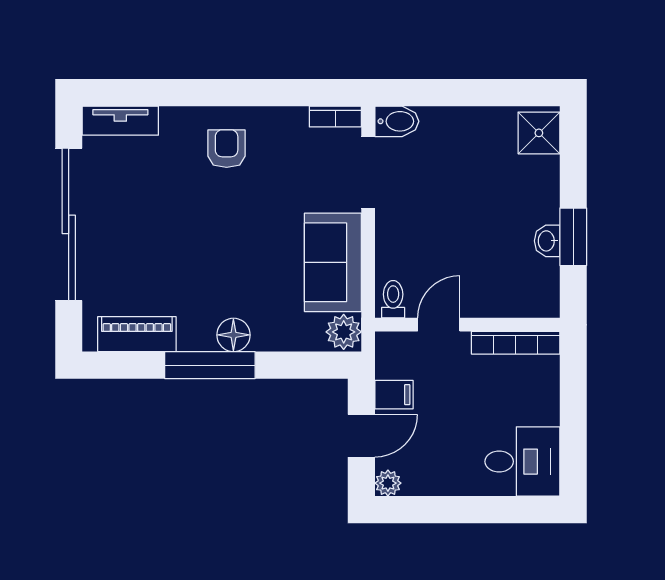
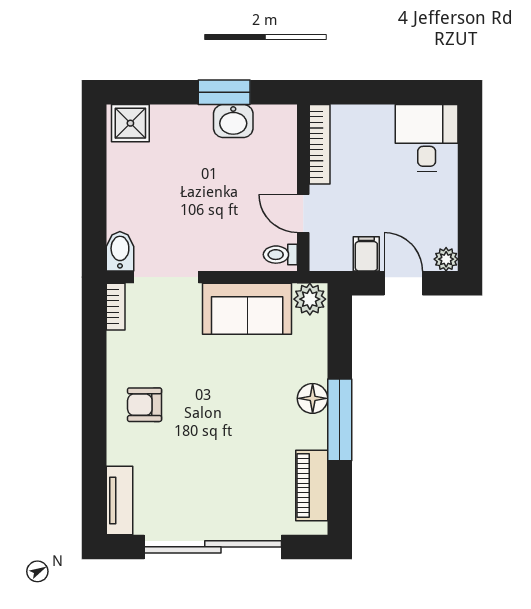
washbasin: (547, 241) -> (233, 121), width x1.38, depth x1.45

